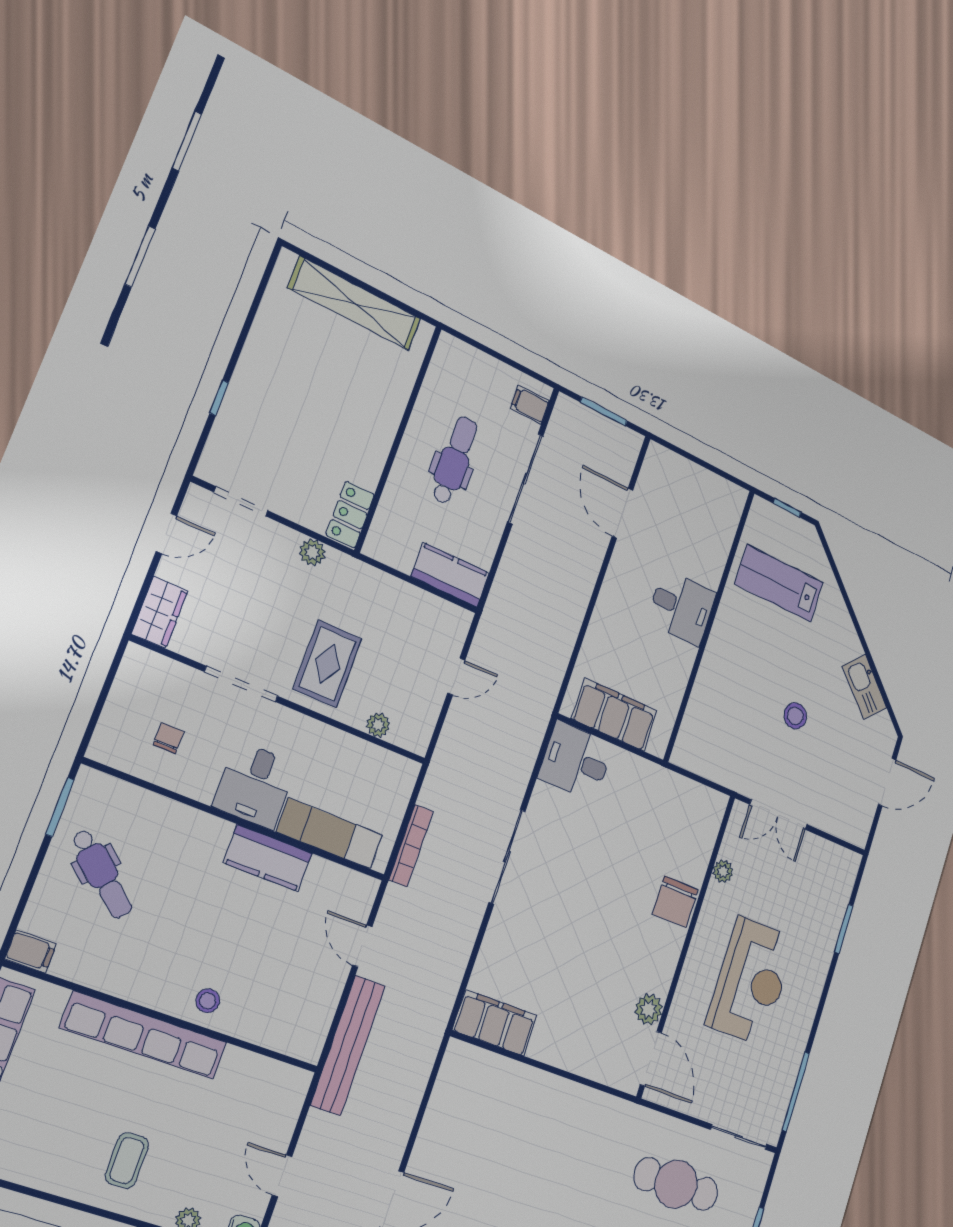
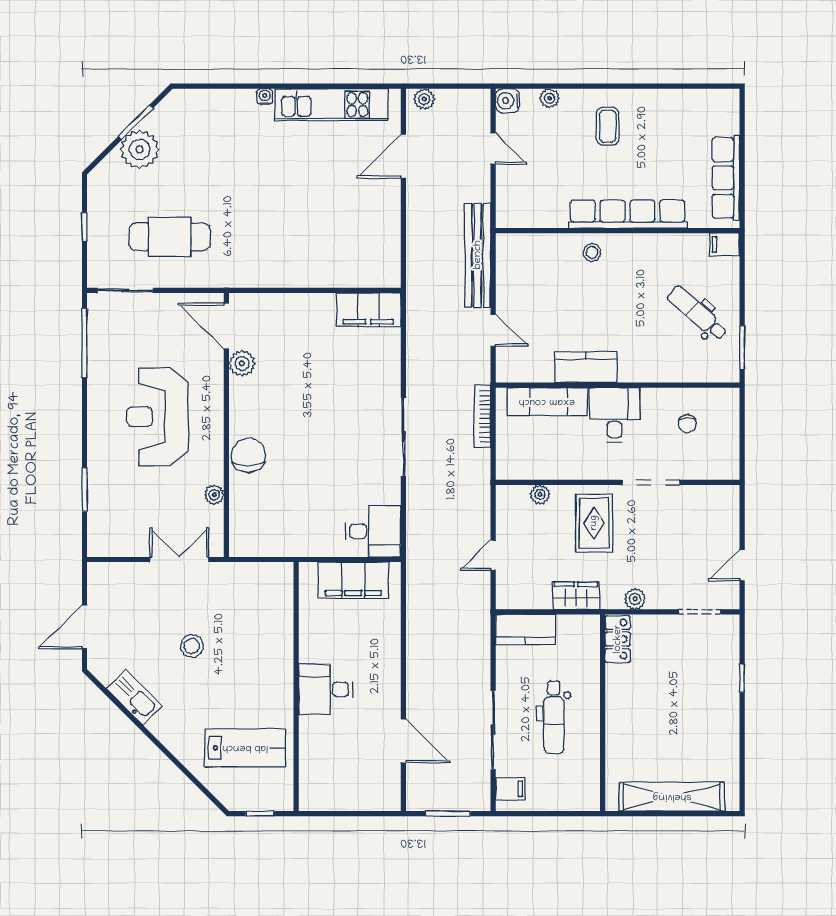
wardrobe: (160, 612) -> (576, 596), moved, turned 90

